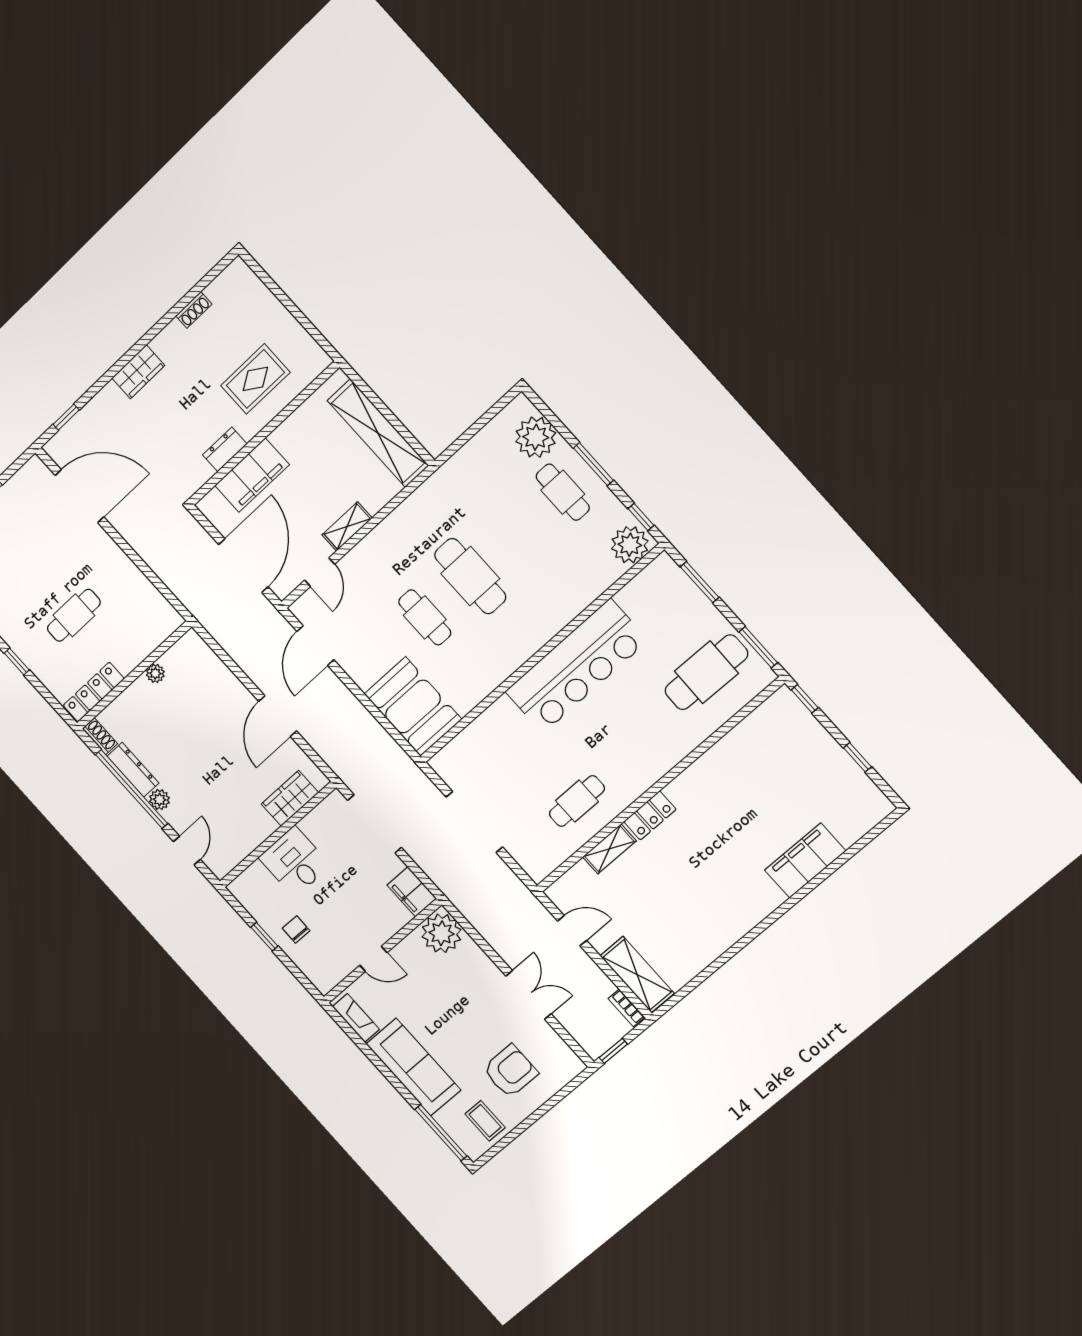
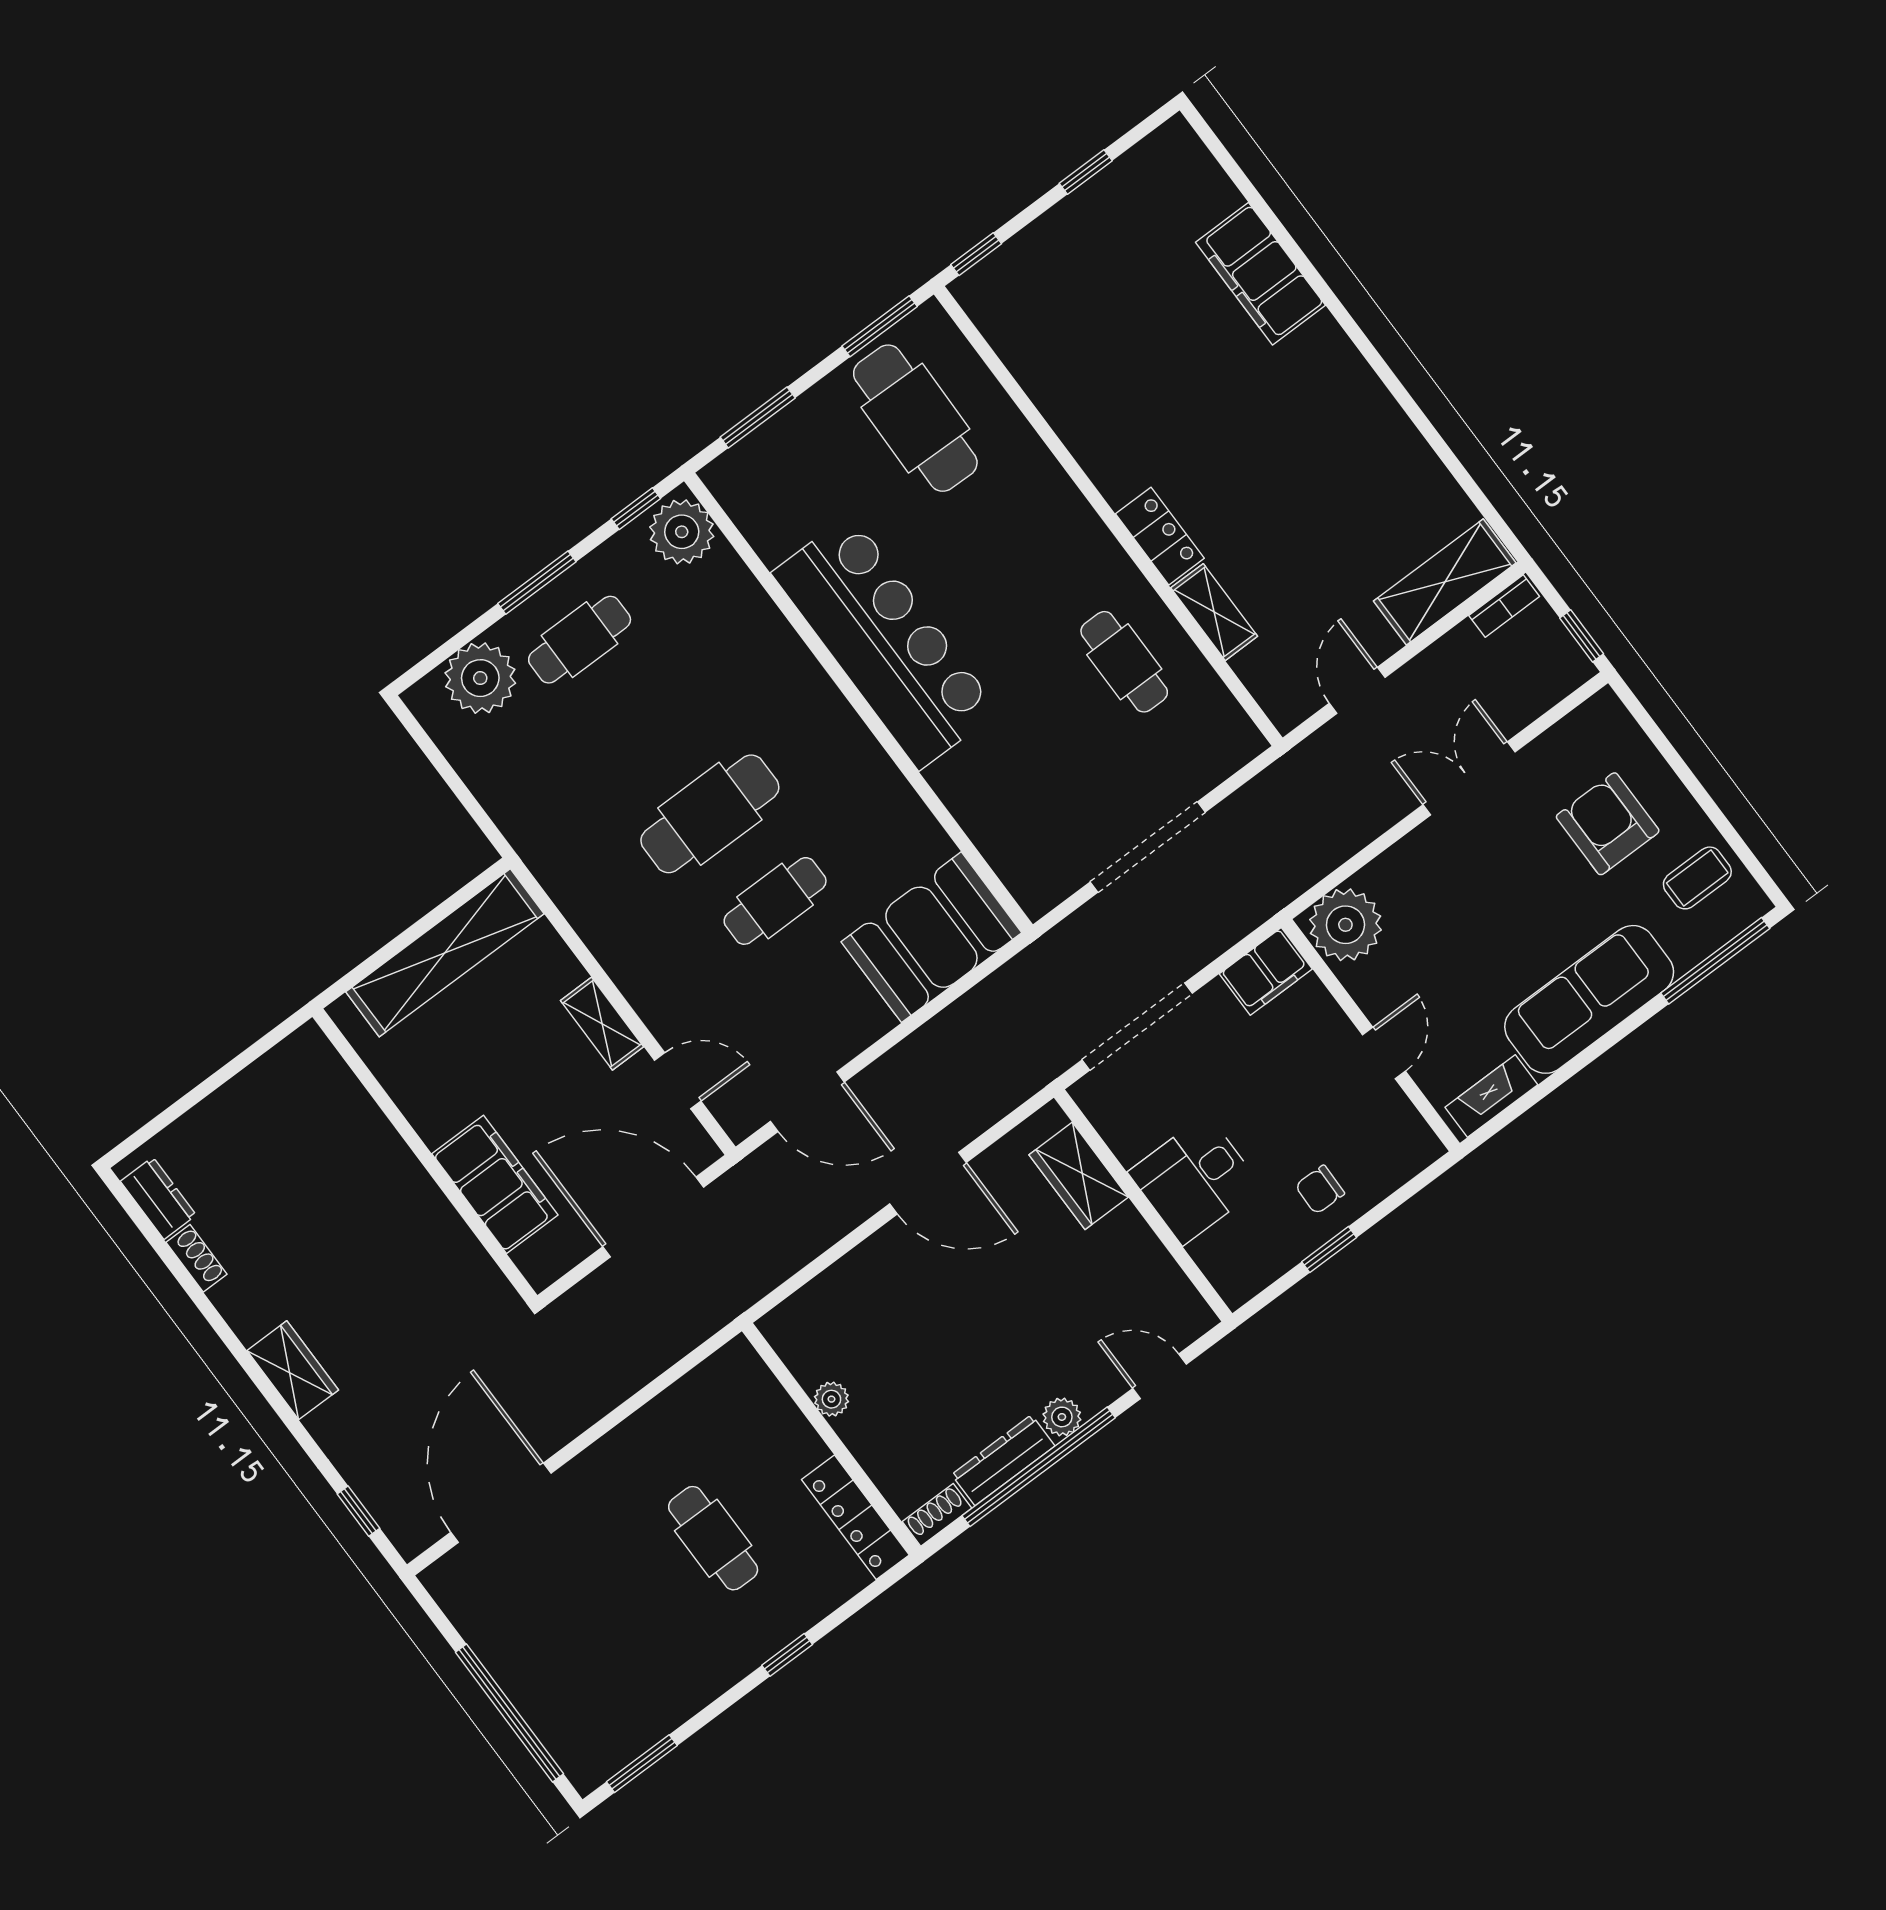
rug: (255, 379) -> (328, 1161), removed
dresser: (225, 449) -> (158, 1198), moved, turned 180

